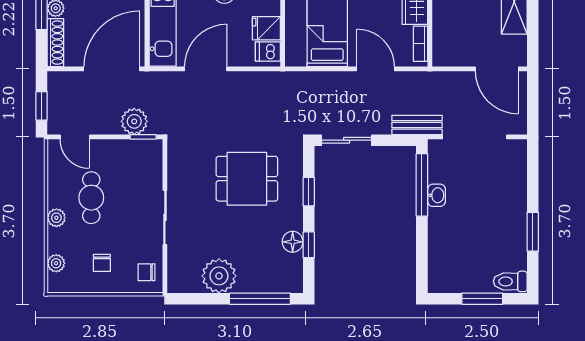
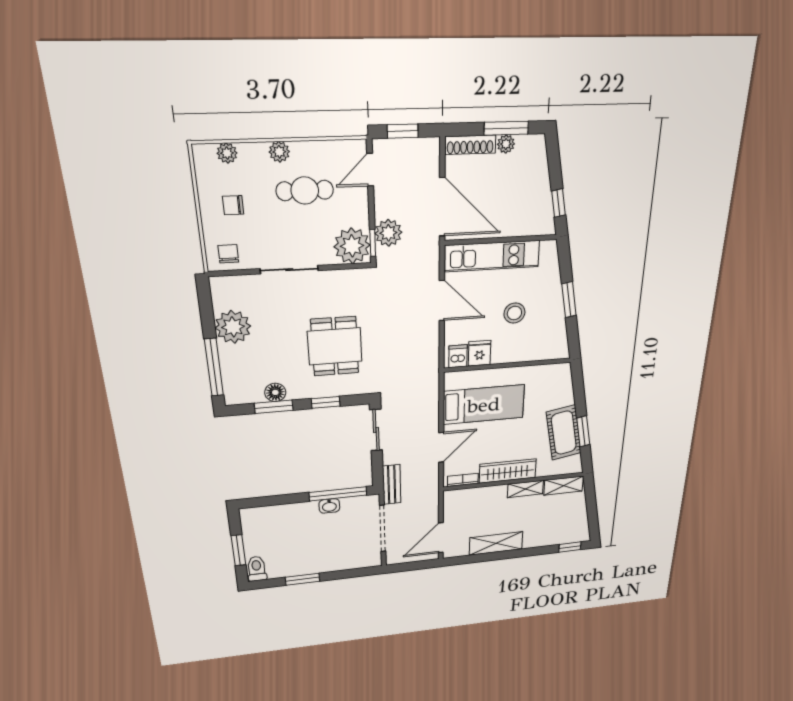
plant: (145, 157) -> (352, 246), added
window: (309, 245) -> (274, 407), width x1.50

